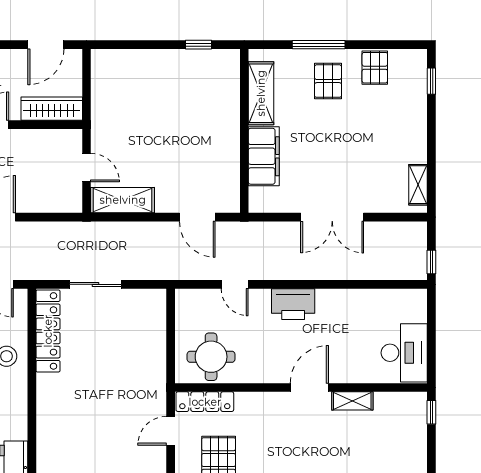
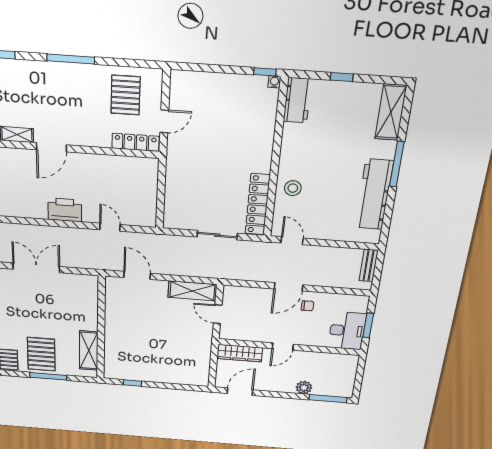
pallet: (328, 81) -> (41, 354), width x1.50, depth x1.42
filing cabinet: (264, 156) -> (87, 311), removed
round table: (211, 357) -> (129, 176), removed

